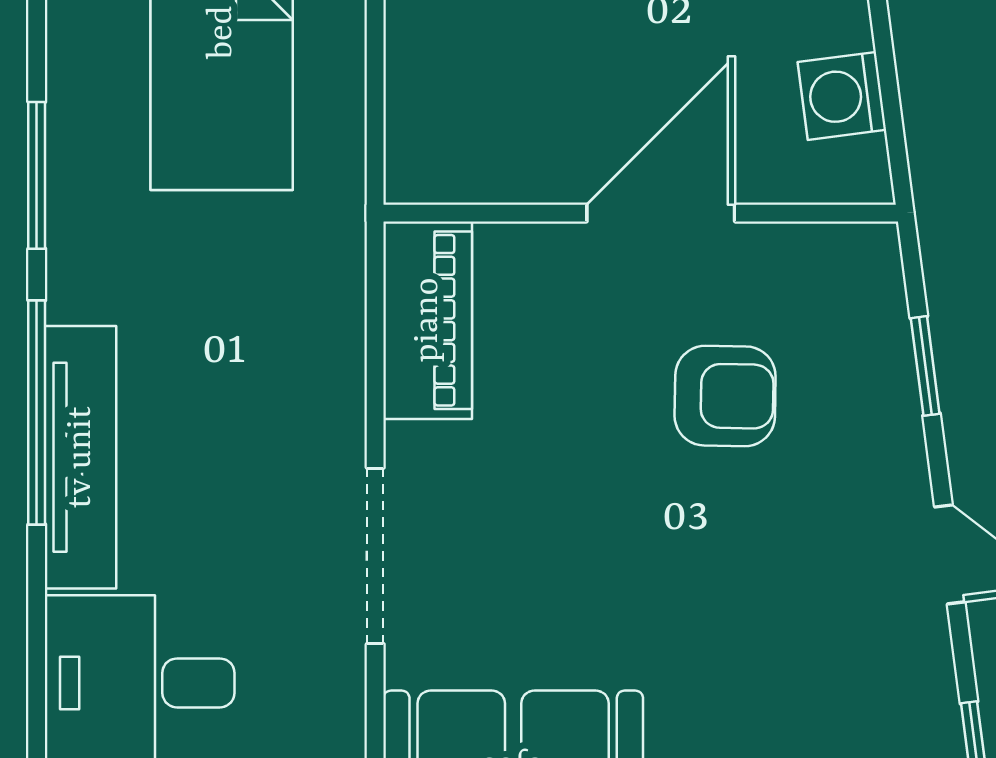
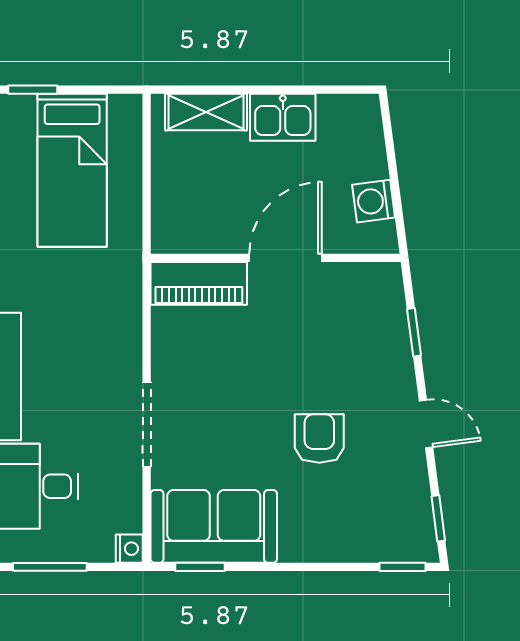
piano: (428, 320) -> (199, 283), moved, turned 90
armchair: (725, 396) -> (319, 438), moved, turned -91

